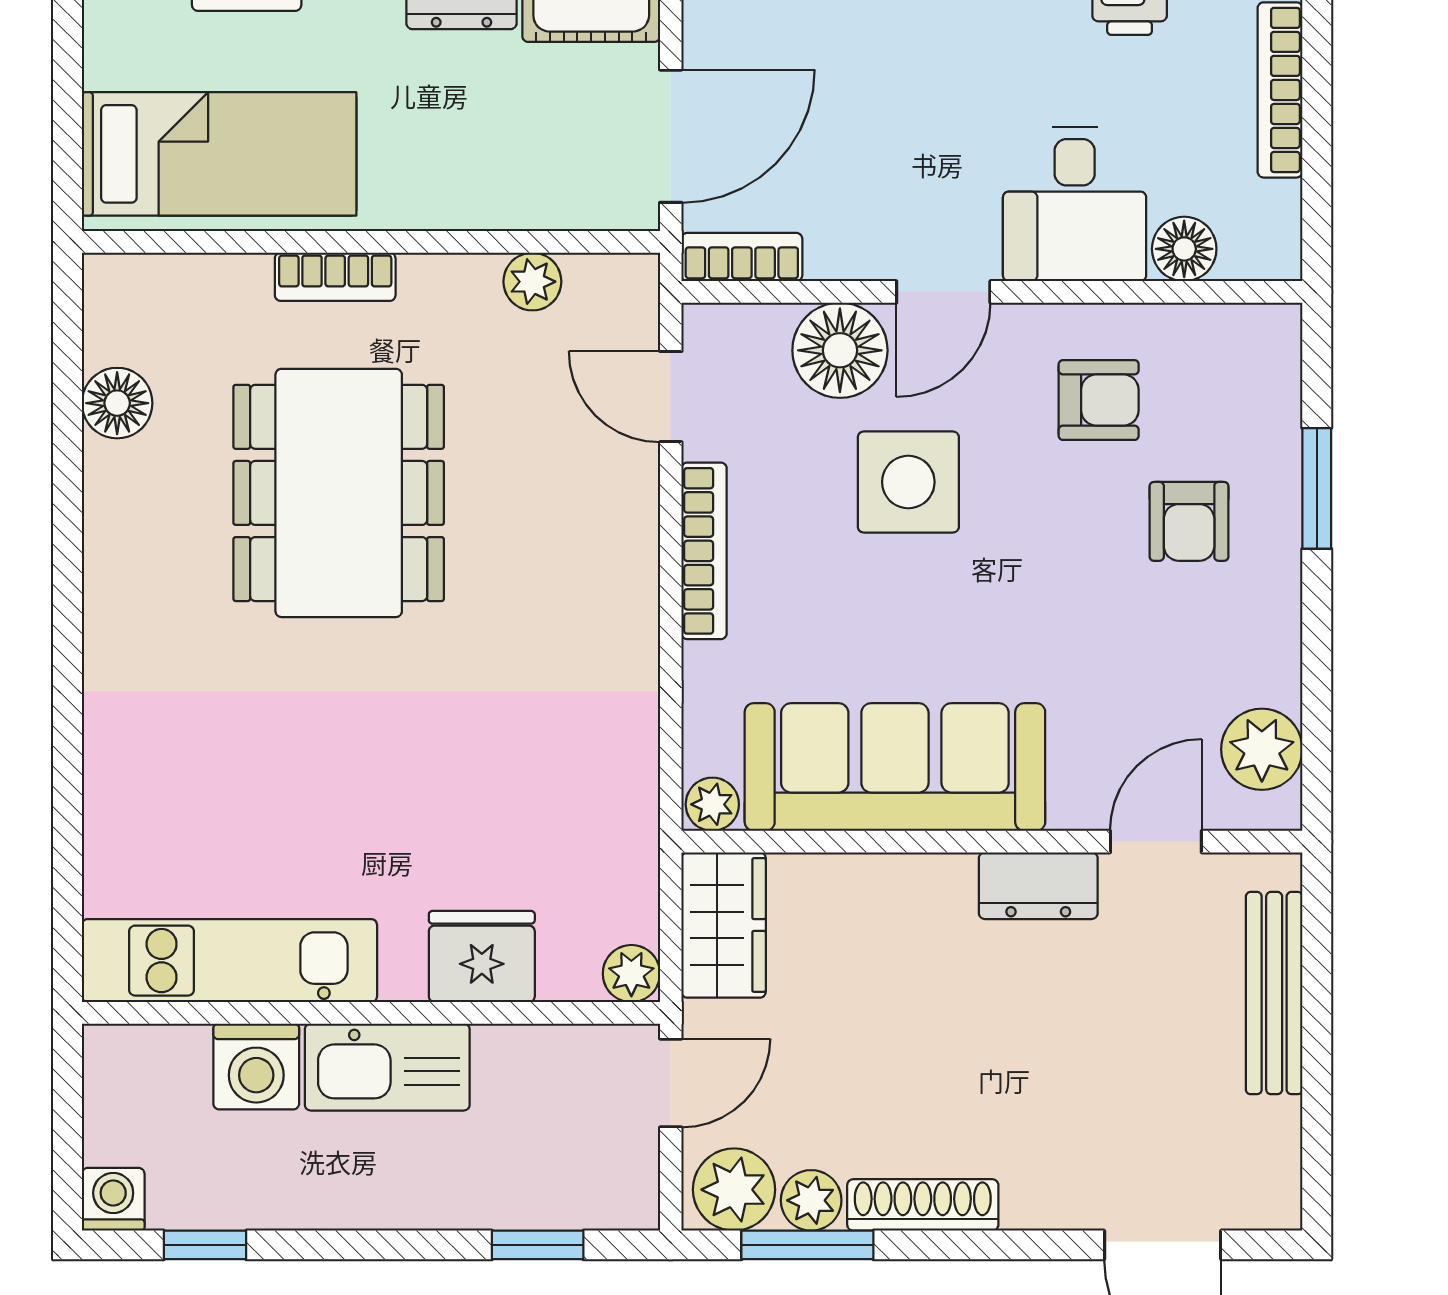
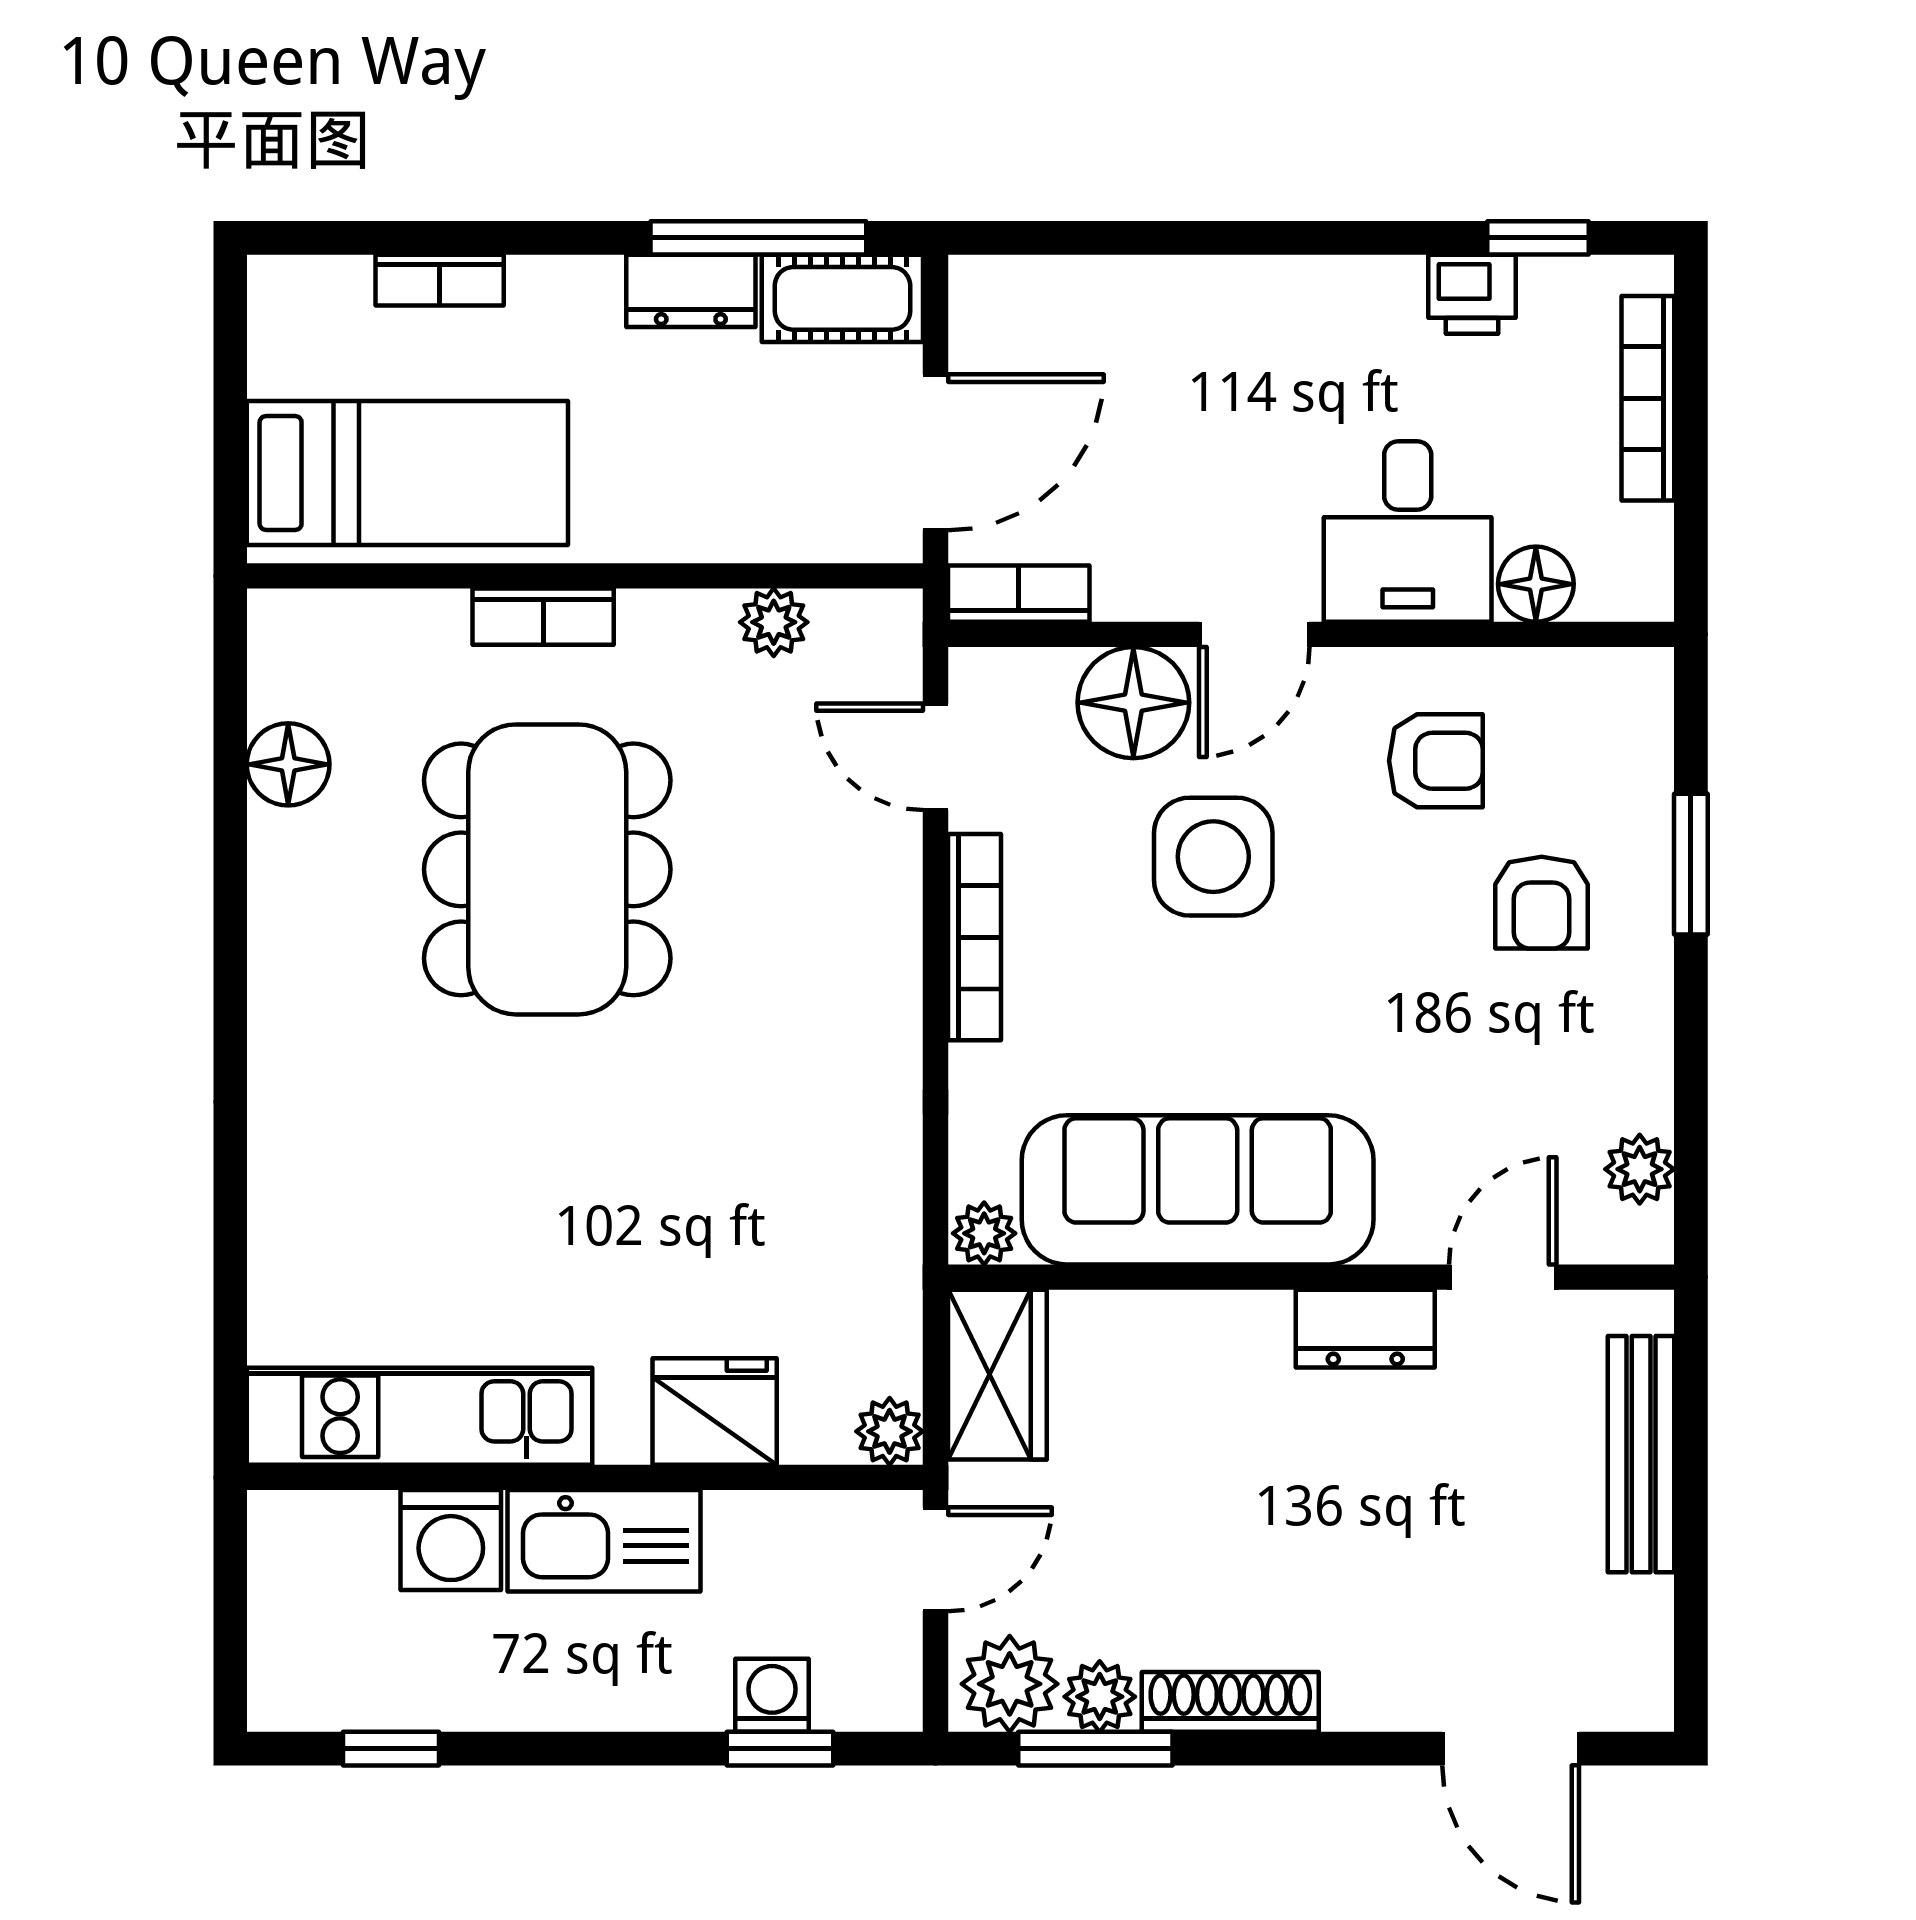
plant: (1262, 749) -> (1640, 1169), width x0.73, depth x0.73
washing machine: (113, 1199) -> (772, 1695), moved

